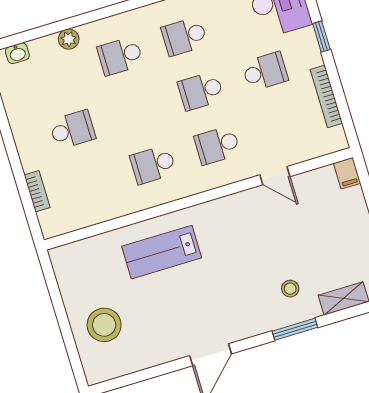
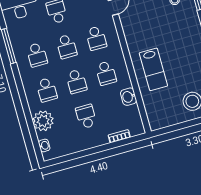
plant: (69, 39) -> (43, 121), width x1.87, depth x1.87
school desk: (137, 110) -> (76, 81), added
washbasin: (110, 207) -> (129, 97), added

